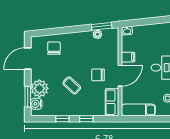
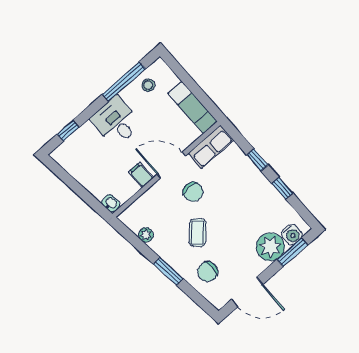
window: (102, 26) -> (168, 271), moved
coffee table: (72, 85) -> (198, 233), moved

